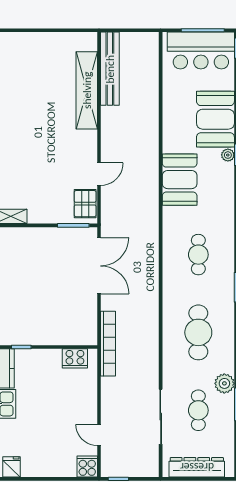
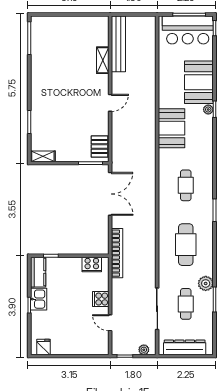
shelving: (87, 90) -> (103, 60), width x0.45, depth x0.75
door: (99, 174) -> (110, 103), moved
cooker: (87, 467) -> (101, 299), moved, turned -90
plant: (143, 470) -> (144, 350), added

